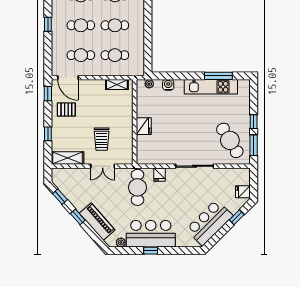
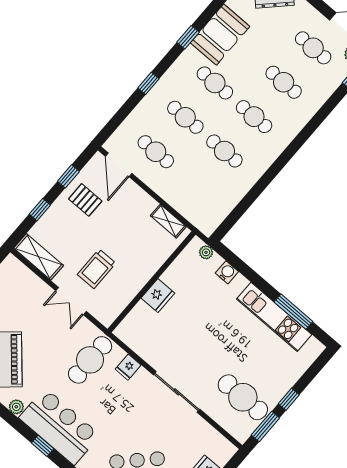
cafe table: (115, 55) -> (195, 185), removed
window: (48, 94) -> (68, 176), moved
cafe table: (230, 140) -> (243, 397), turned -59

